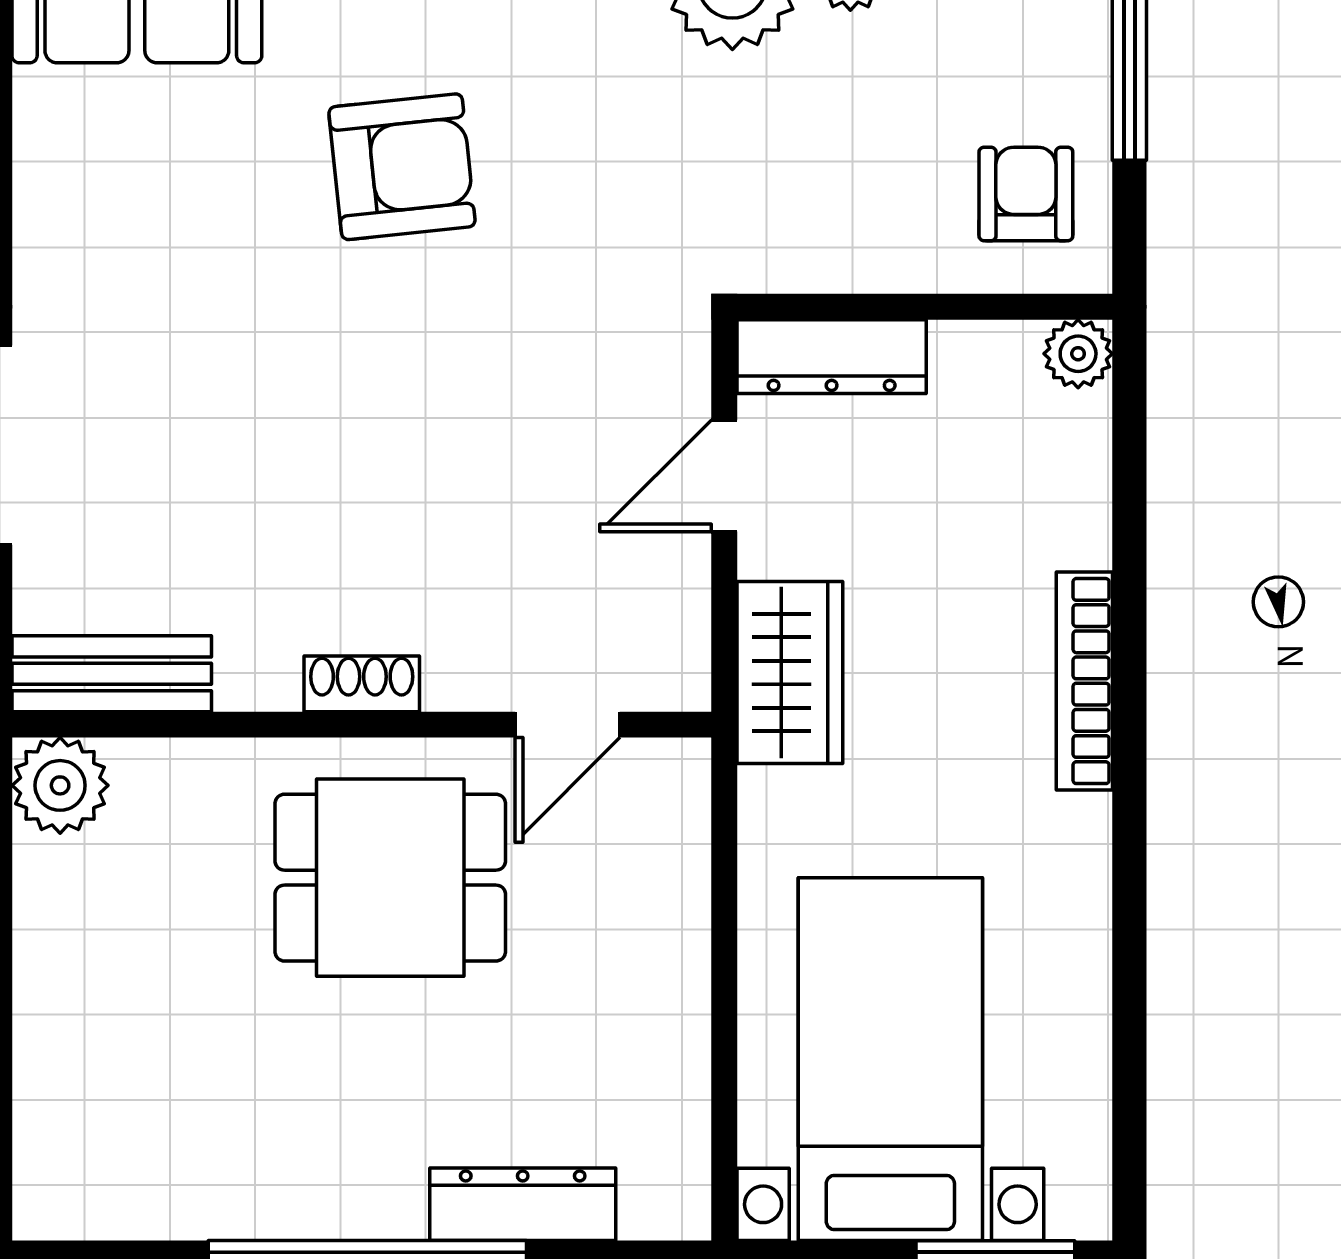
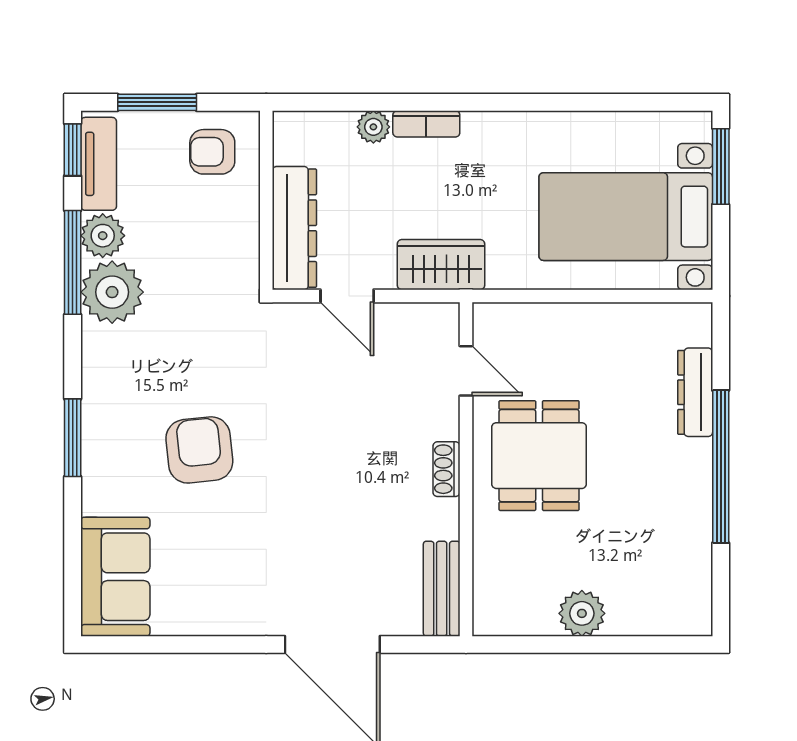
plant: (1078, 354) -> (373, 127), moved
dresser: (832, 357) -> (294, 228), width x1.37, depth x1.24
bookcase: (1084, 681) -> (426, 124), width x0.64
plant: (60, 785) -> (582, 613), moved

